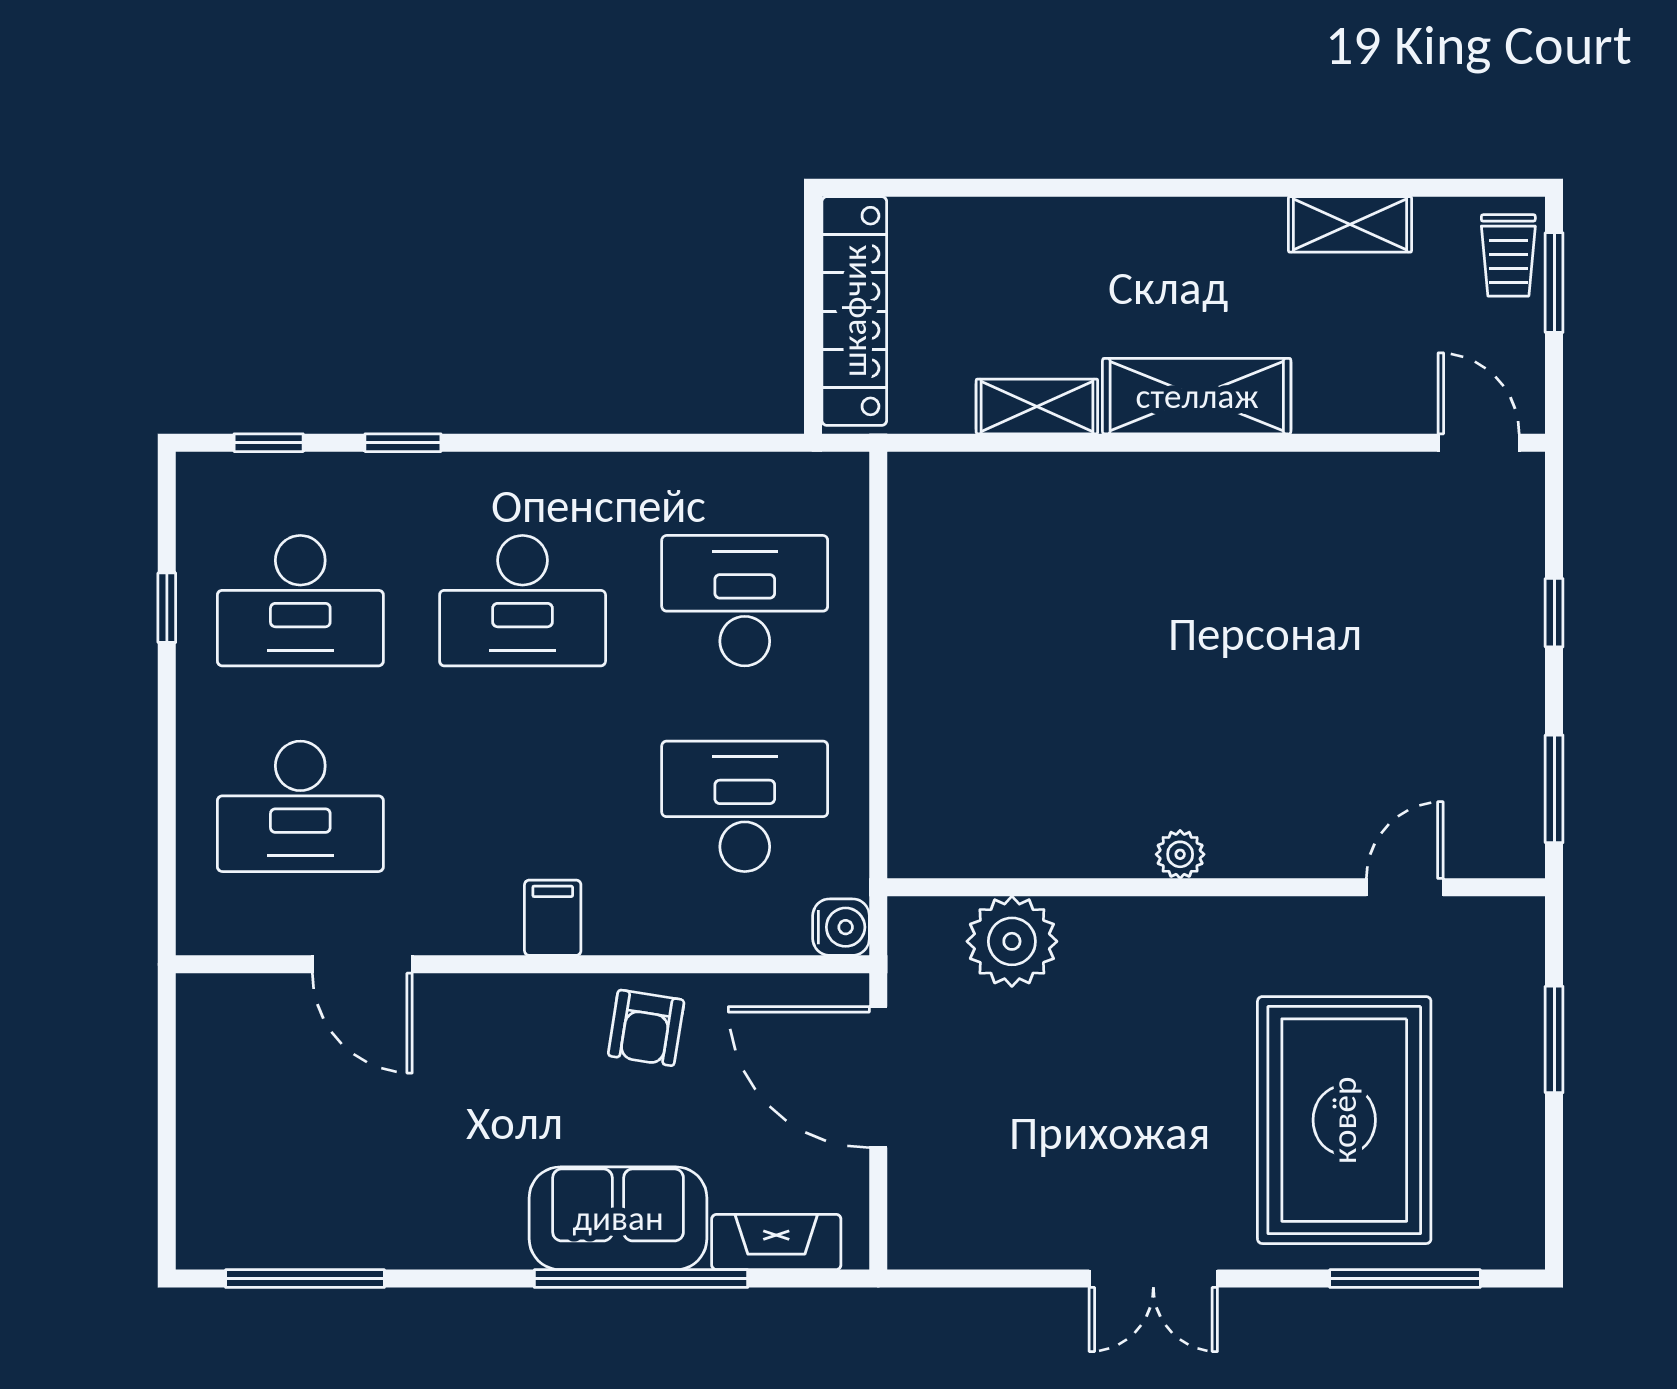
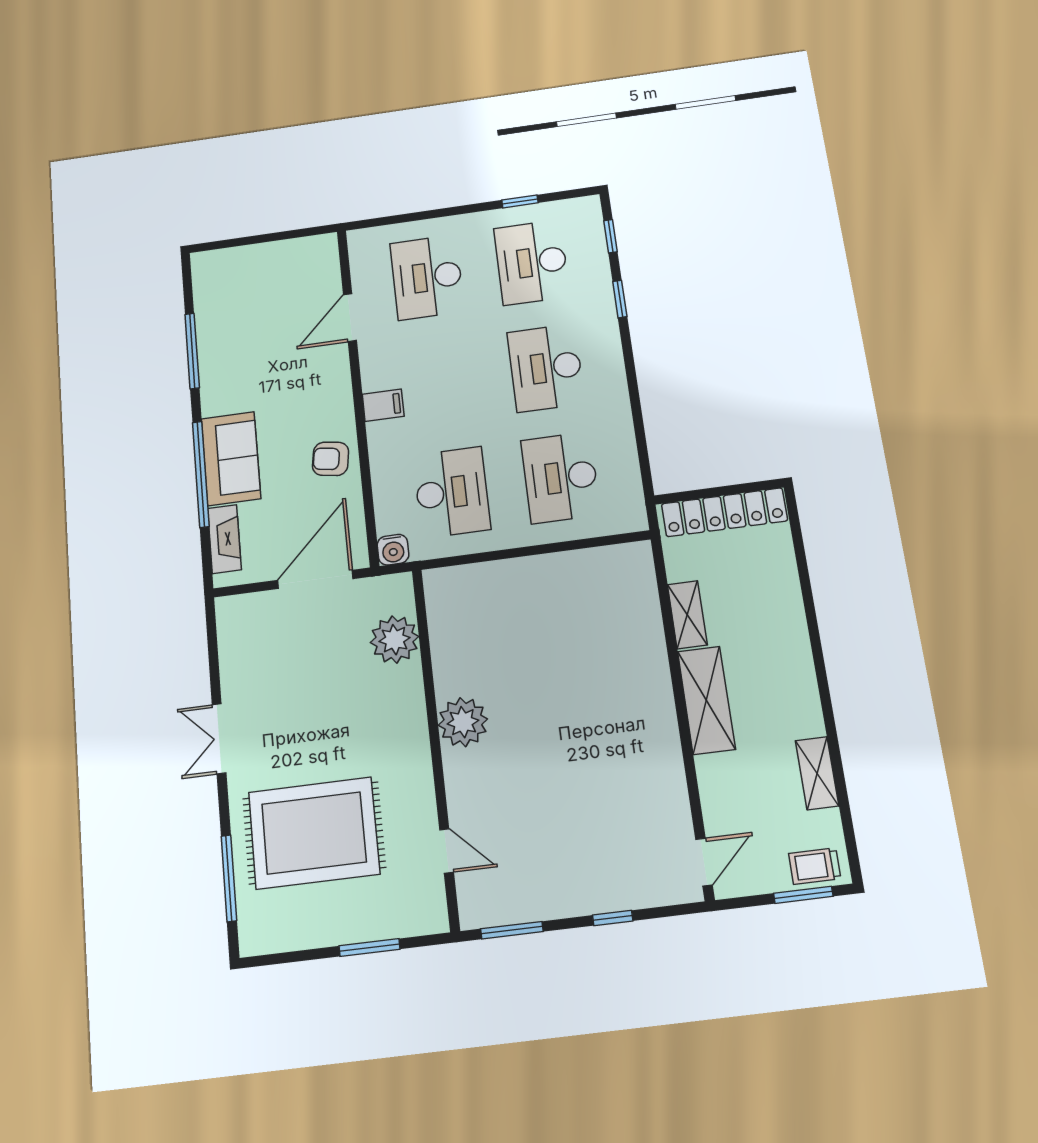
desk: (745, 601) -> (561, 477), turned 180
plant: (1180, 854) -> (463, 722), width x1.88, depth x1.88
window: (305, 1279) -> (192, 351), moved

